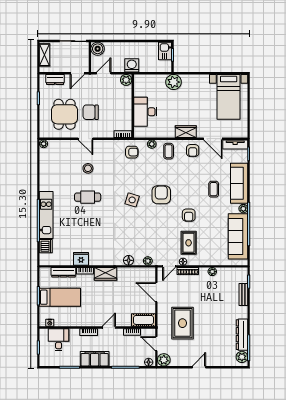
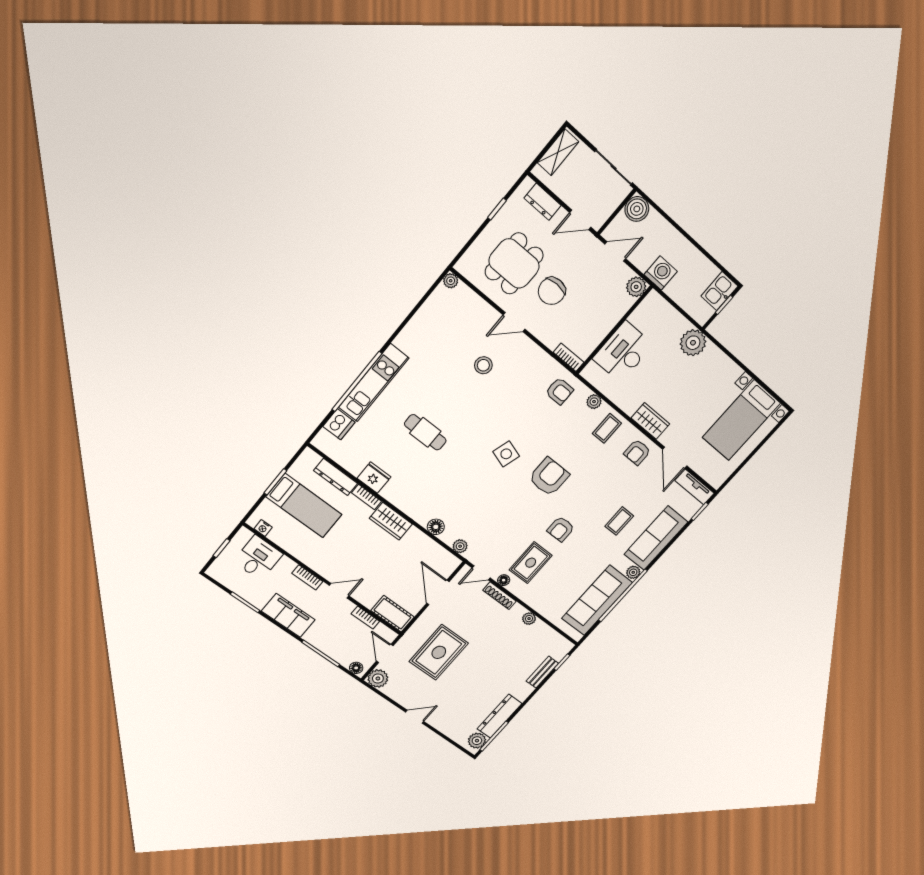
chair: (91, 112) -> (552, 291), turned -90
door: (86, 139) -> (514, 322), hinge flipped
cafe table: (88, 197) -> (425, 432), moved

